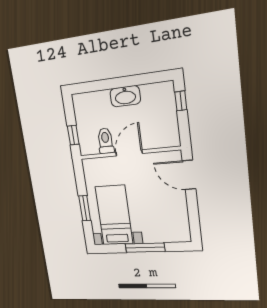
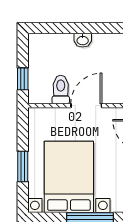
washbasin: (125, 96) -> (83, 40), width x0.52, depth x0.69
bed with nightstands: (114, 215) -> (69, 177), width x1.36

